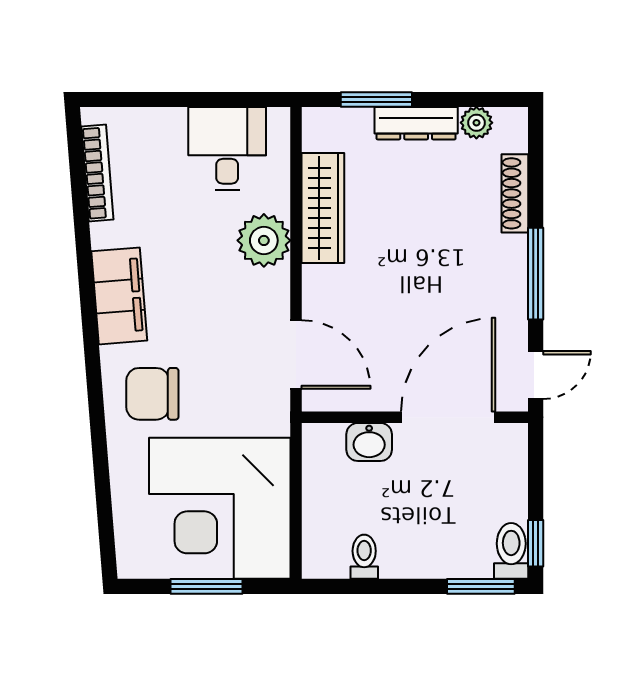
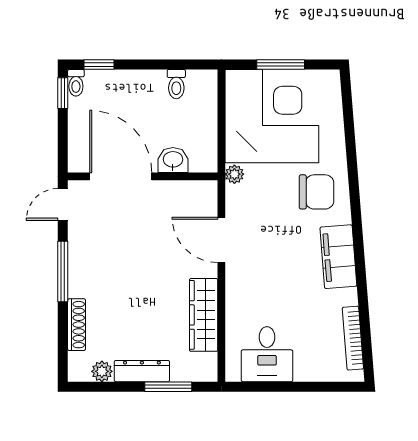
plant: (264, 240) -> (234, 174), moved, width x0.53, depth x0.53
door: (296, 355) -> (221, 240), moved
door: (448, 417) -> (121, 176), swing flipped
toilet: (511, 551) -> (76, 83), width x0.73, depth x0.72
window: (481, 586) -> (99, 64), width x0.67

